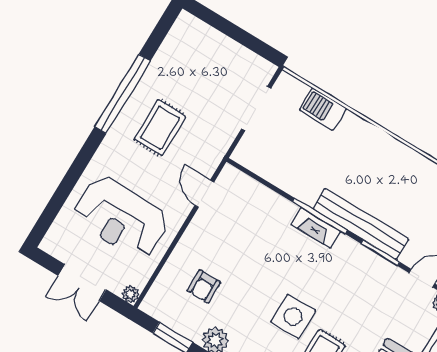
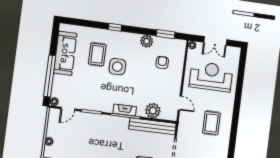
window: (122, 94) -> (234, 130), removed
plant: (263, 203) -> (153, 111), added
bench: (361, 224) -> (152, 126), moved
double door: (82, 283) -> (215, 41), swing flipped

